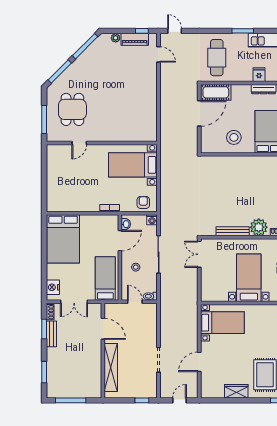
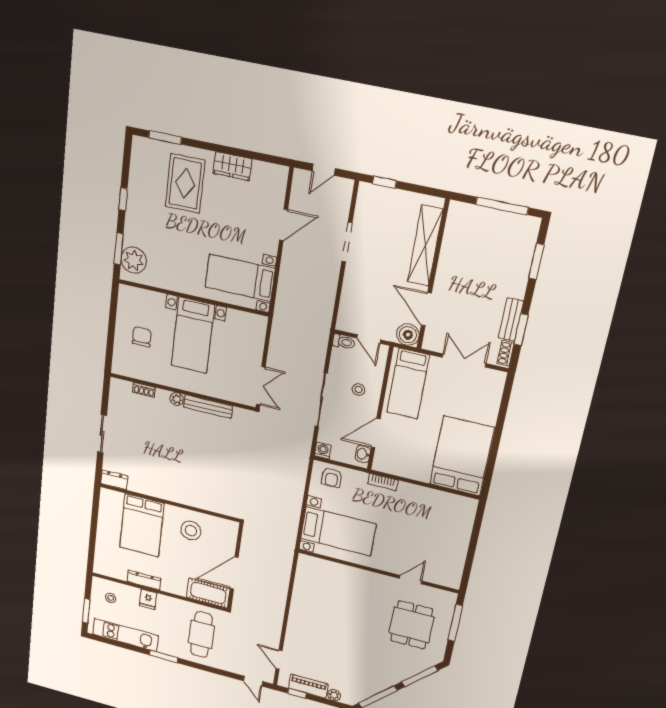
plant: (259, 227) -> (177, 399), width x0.53, depth x0.53
nightstand: (53, 287) -> (493, 390), removed
boiler: (111, 310) -> (408, 335), added

